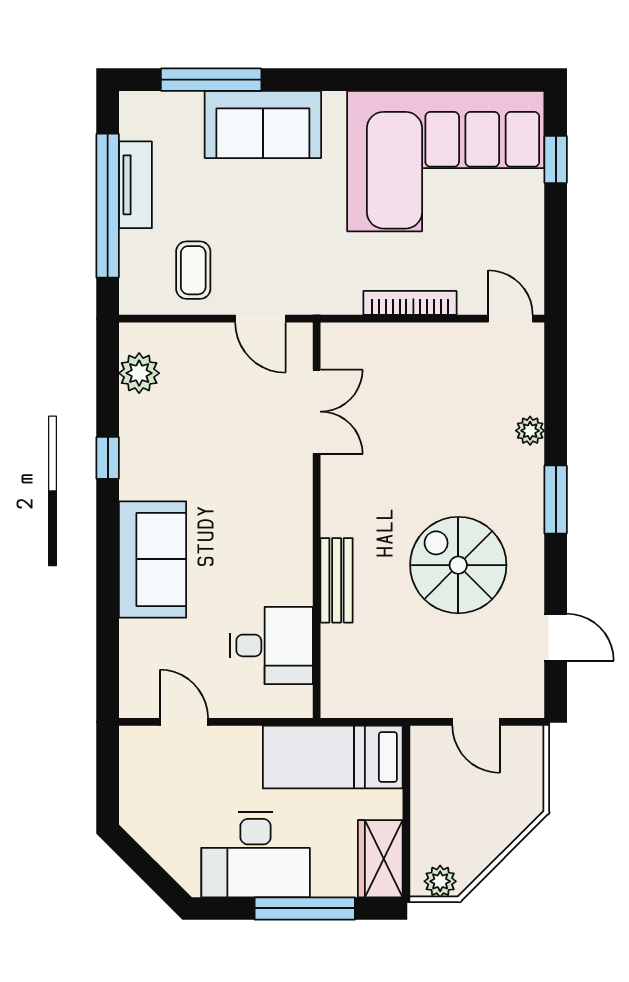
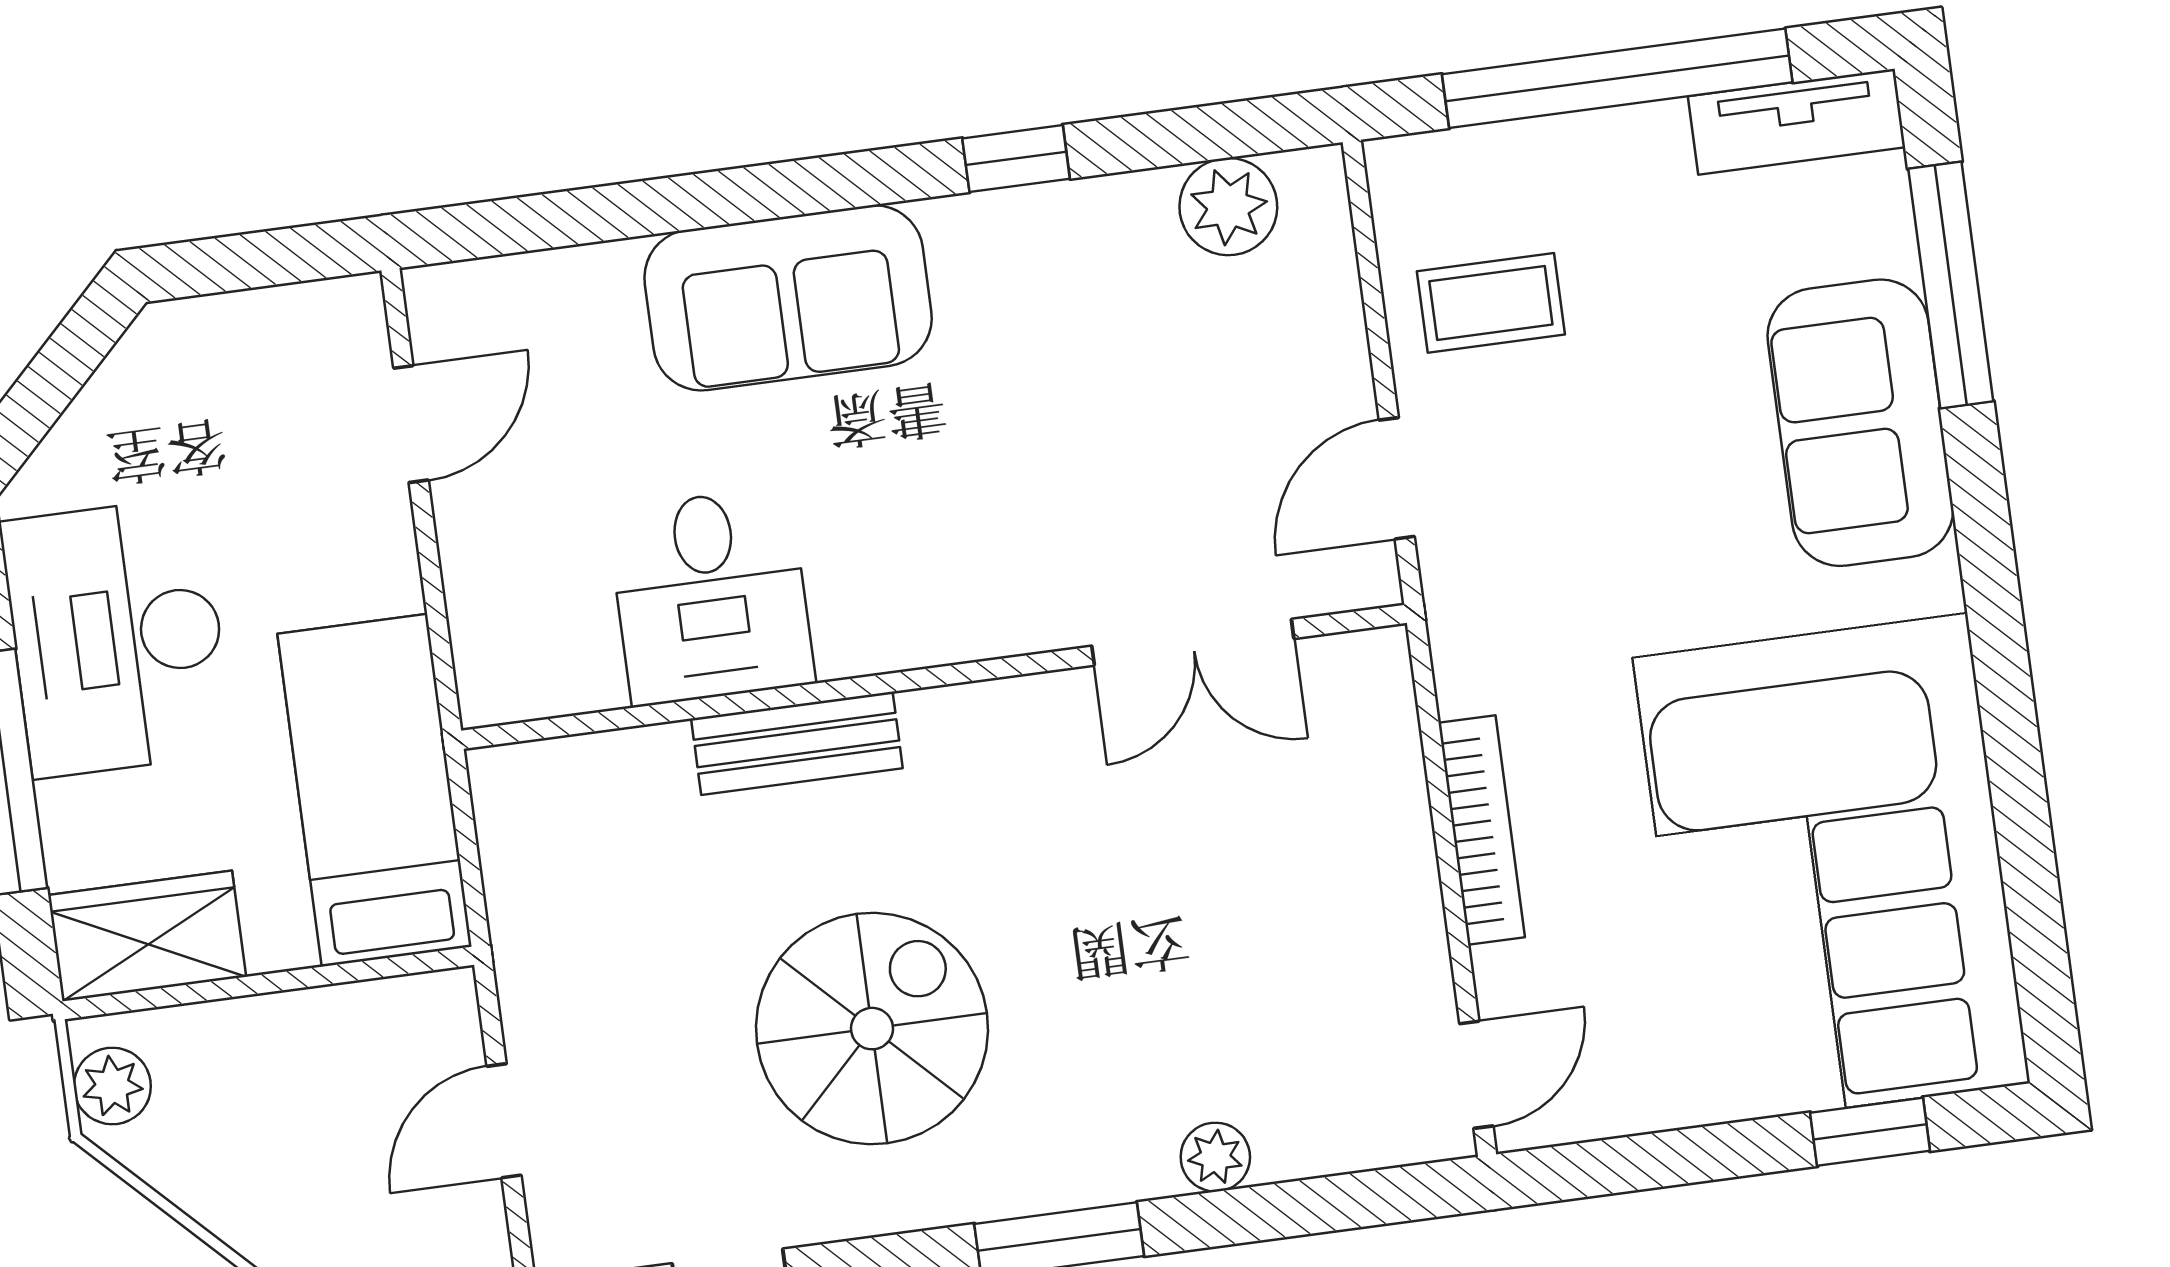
tv unit: (135, 185) -> (1797, 122), moved
desk: (271, 645) -> (711, 596), moved

